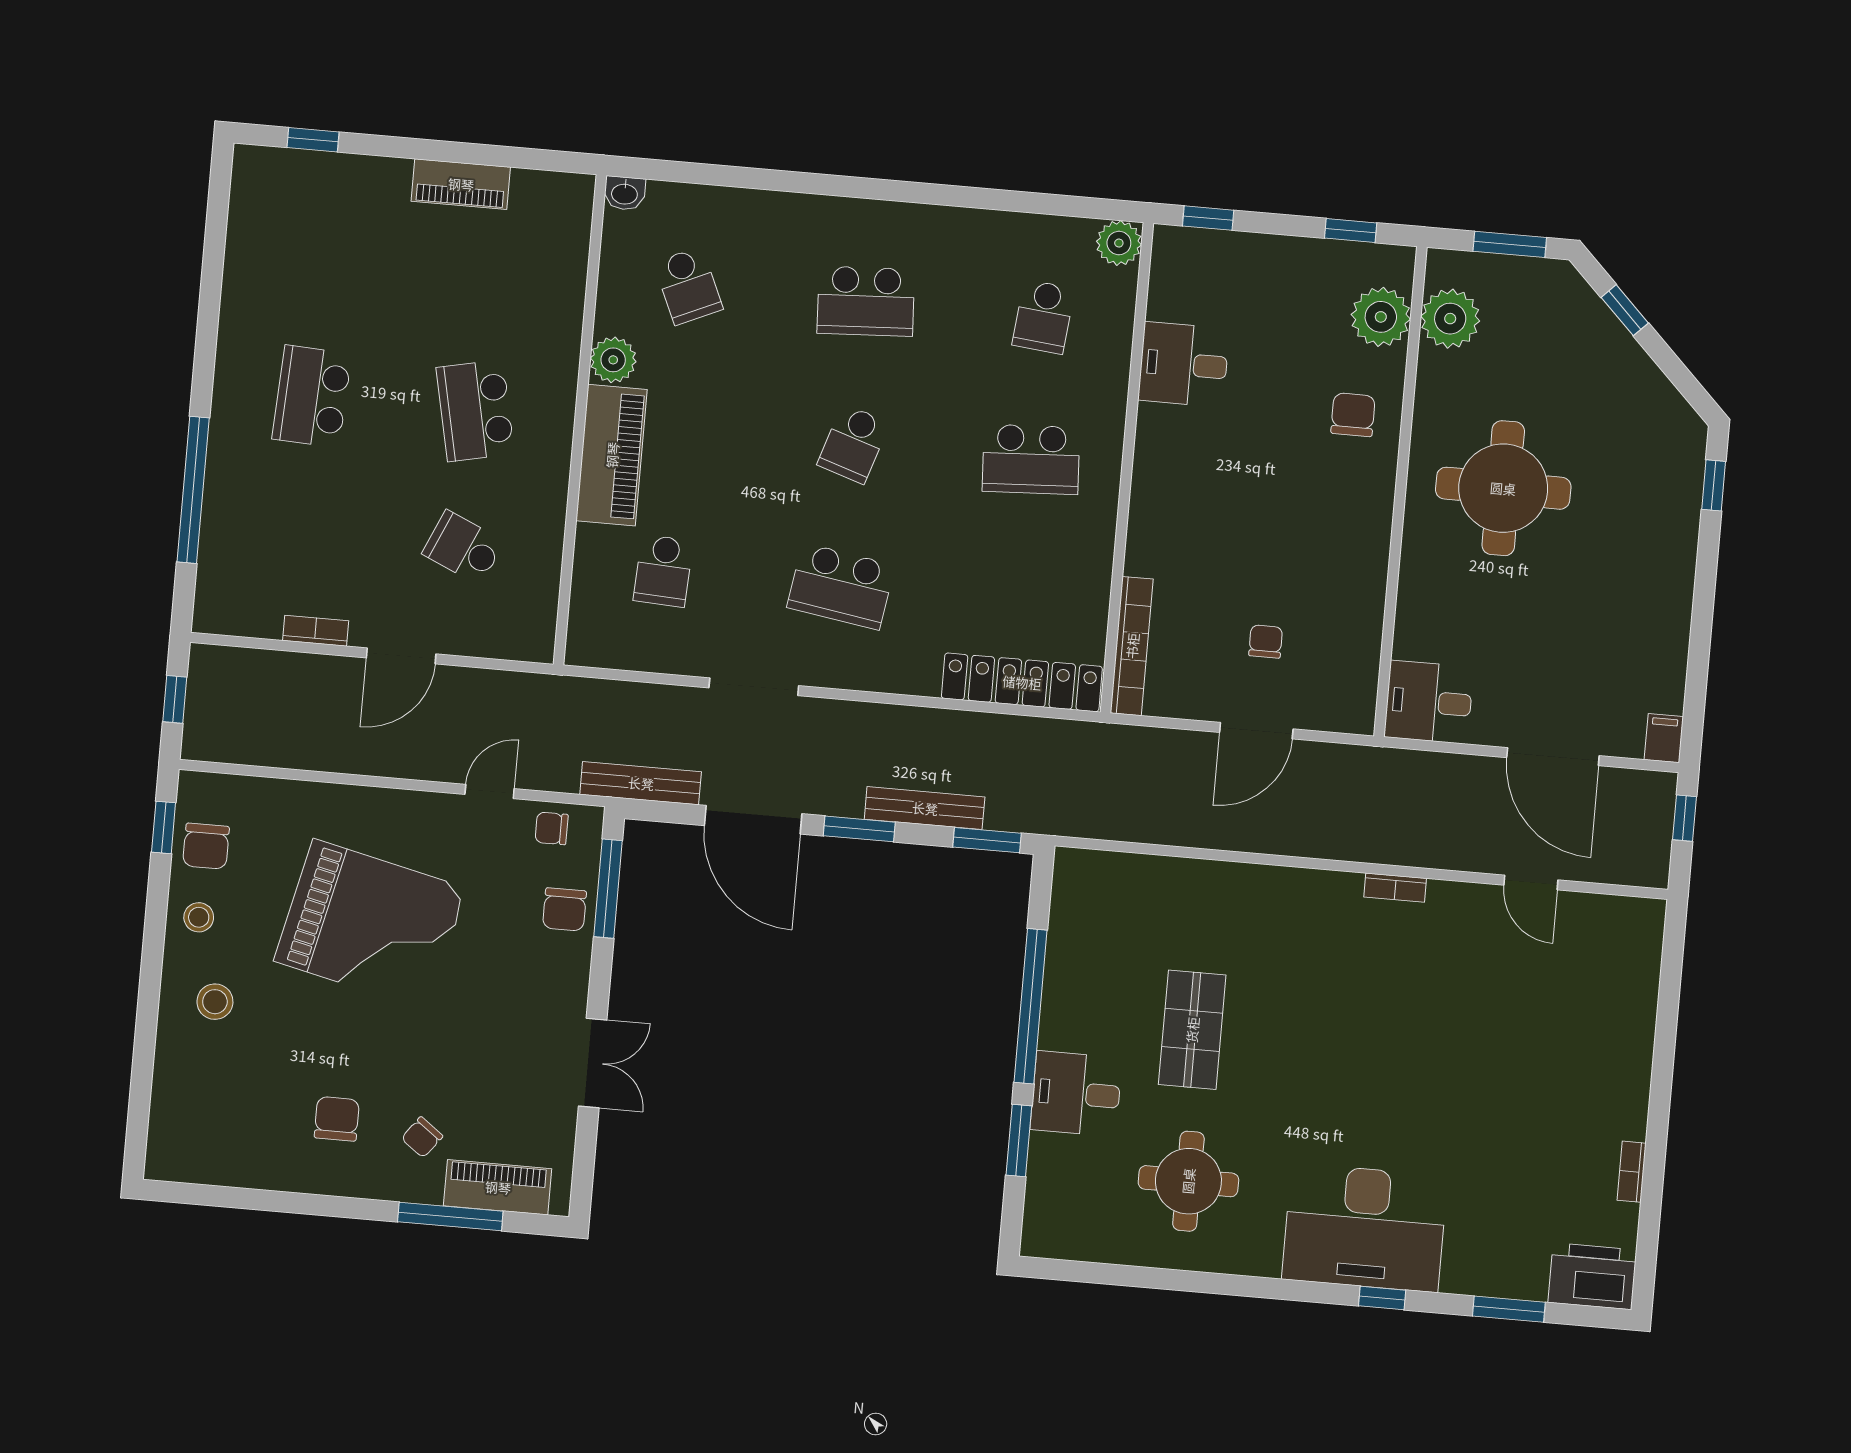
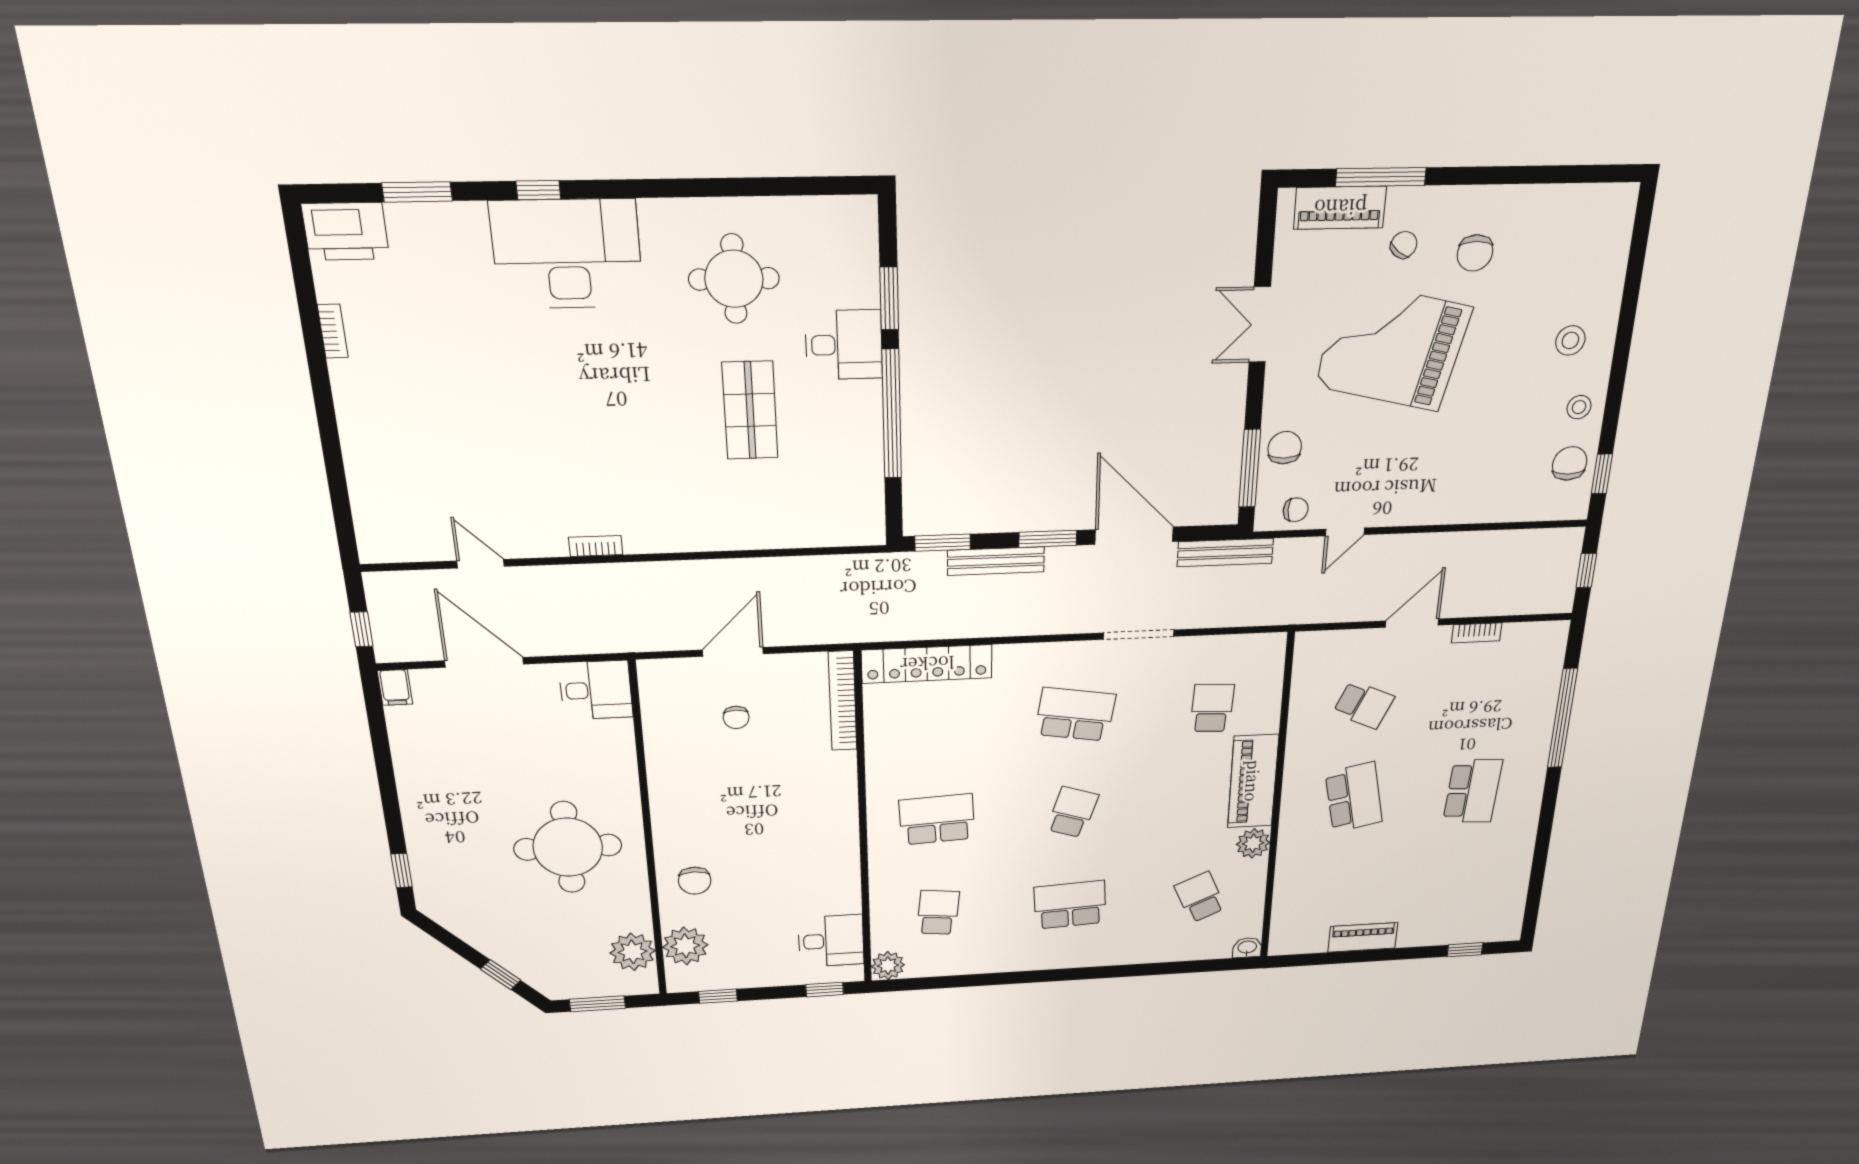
desk: (1184, 364) -> (831, 941), moved
grand piano: (370, 925) -> (1393, 347), moved

